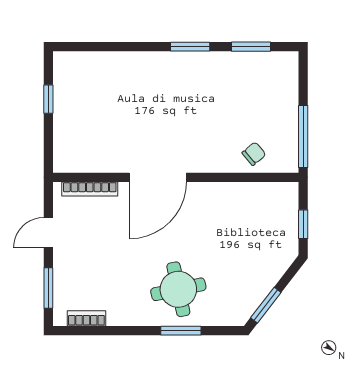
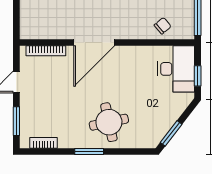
desk: (273, 214) -> (176, 69), added
window: (181, 331) -> (89, 152), moved

